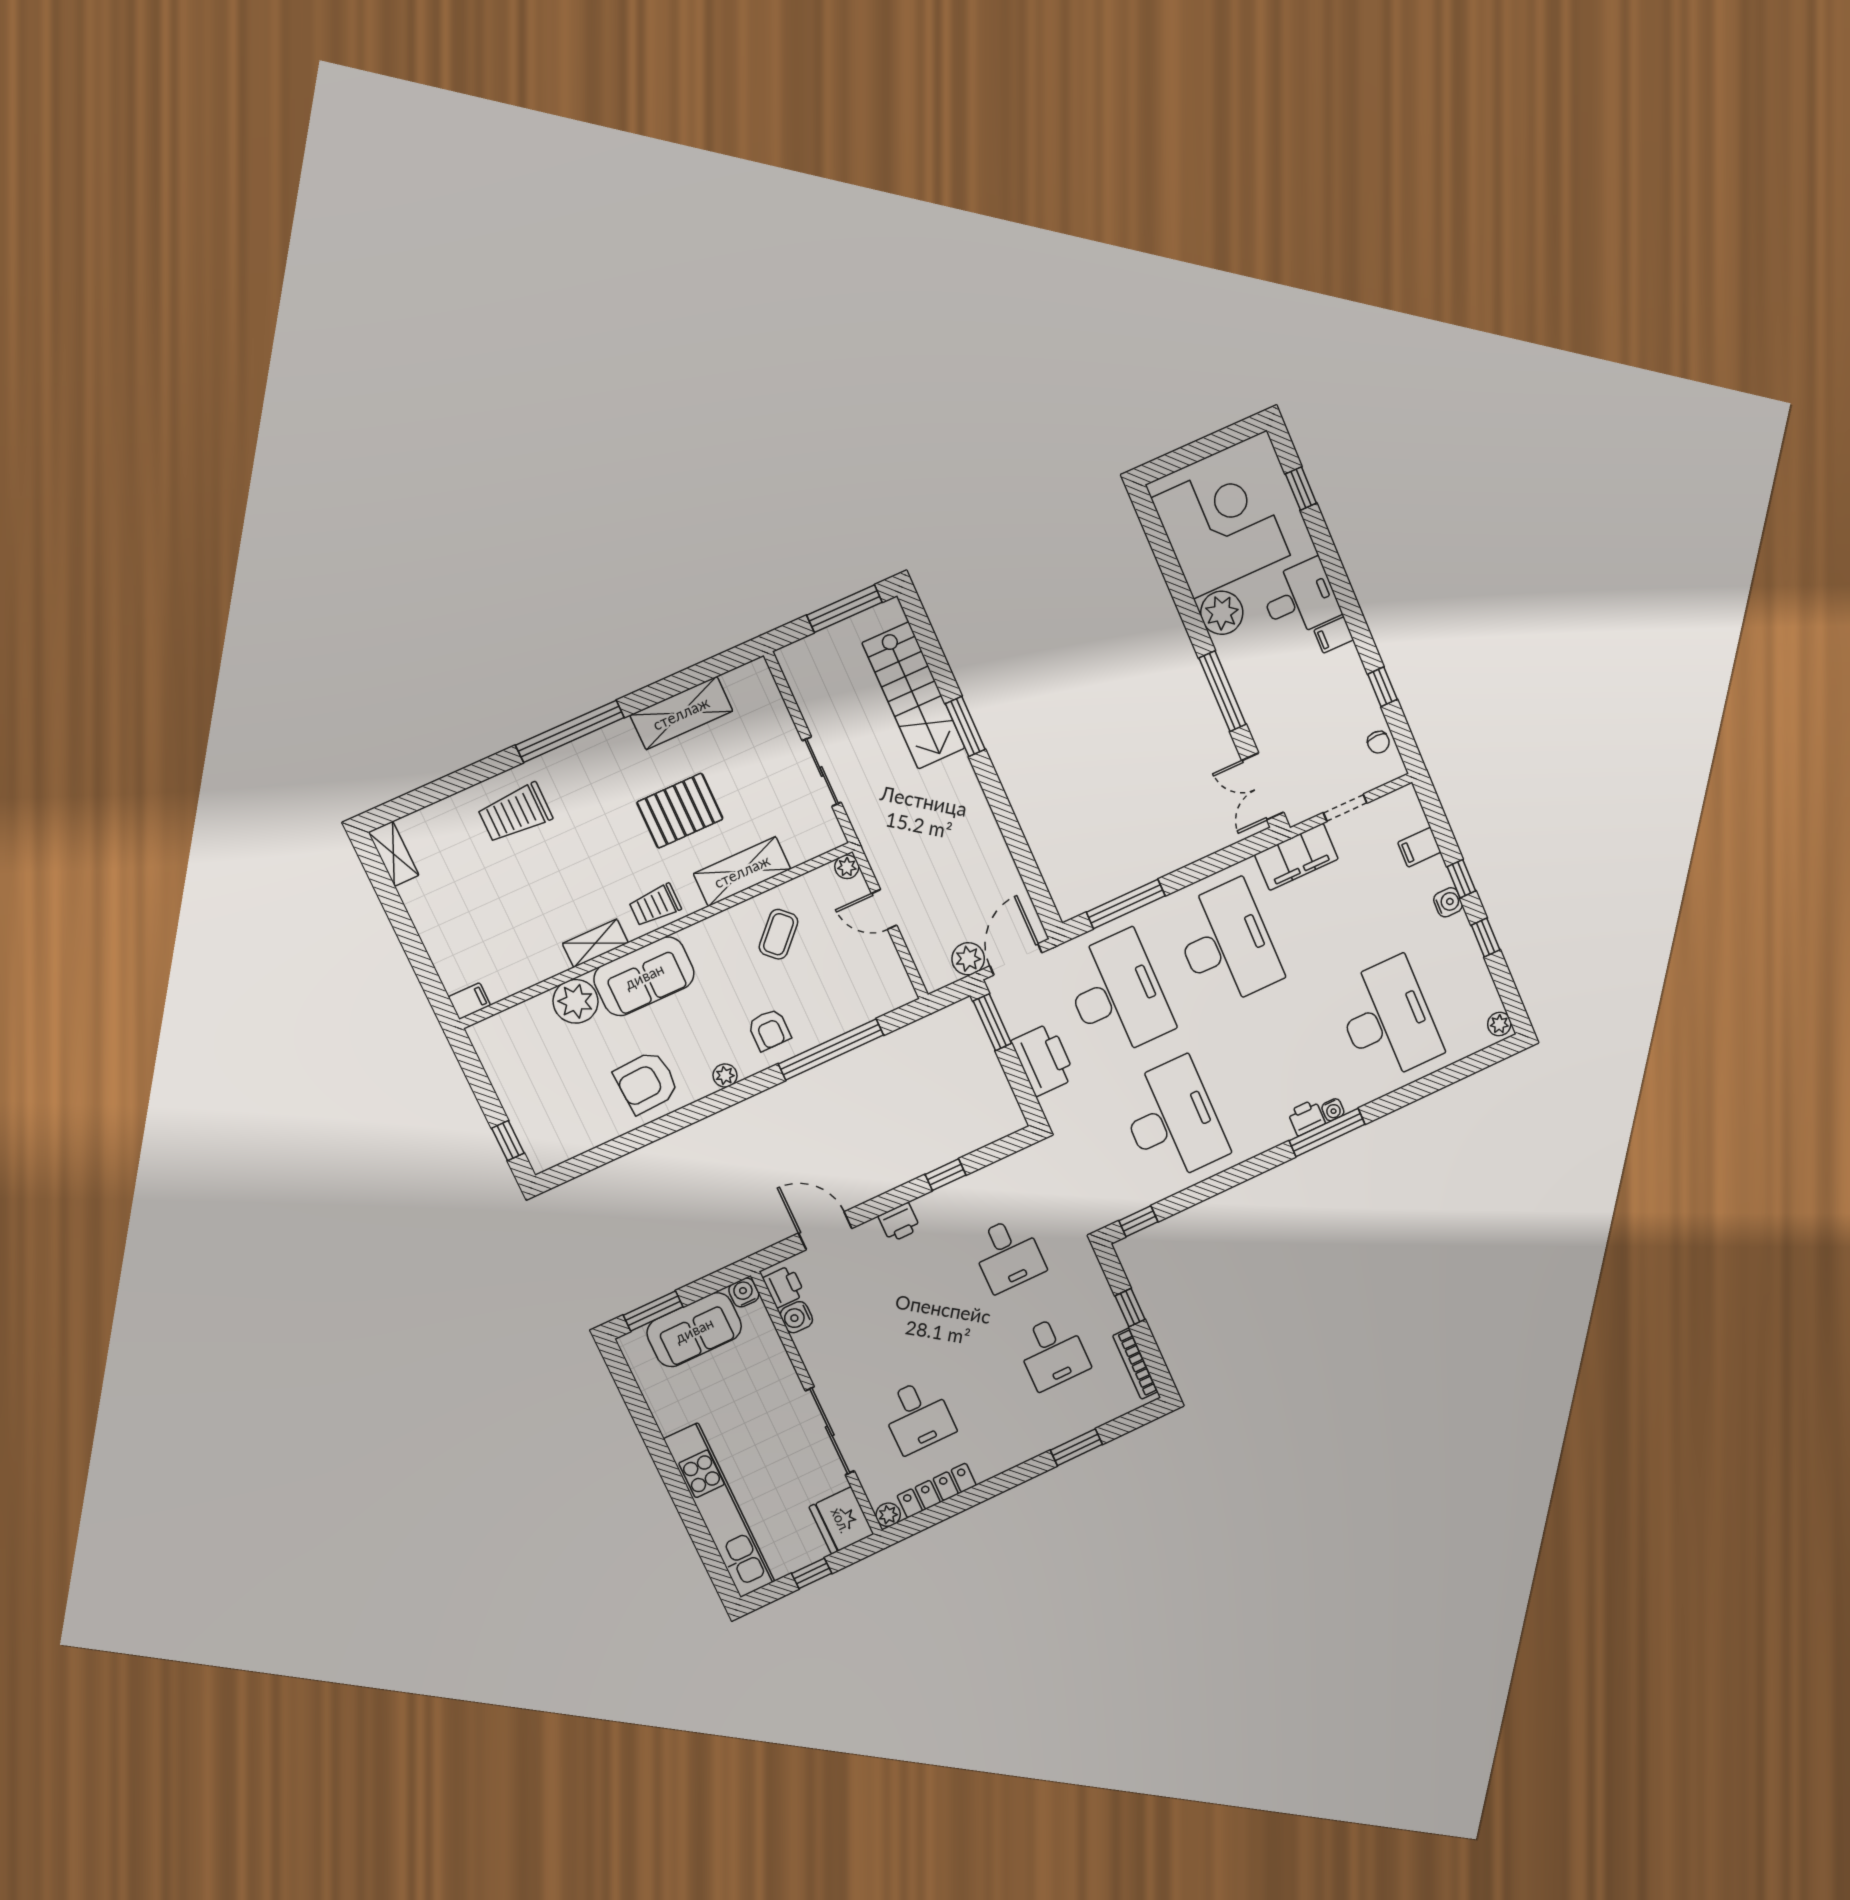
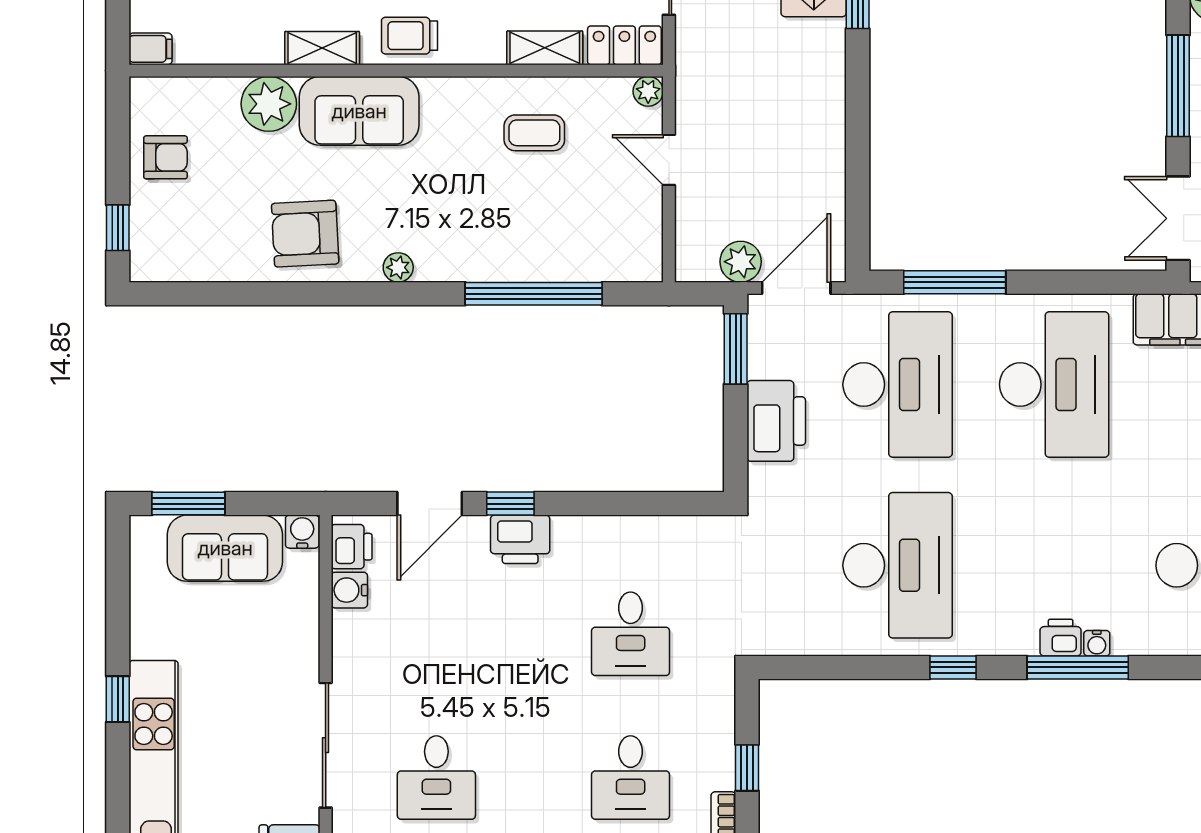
locker: (815, 841) -> (624, 45), added
shelving: (742, 871) -> (545, 48), width x0.67, depth x0.75
coffee table: (778, 934) -> (534, 133), turned 46
armchair: (769, 1030) -> (165, 157), moved, turned -90
window: (945, 1175) -> (510, 504), moved
window: (1138, 1221) -> (953, 667), moved
printer: (899, 1222) -> (520, 539), width x1.36, depth x1.24
door: (825, 1231) -> (430, 504), swing flipped
window: (668, 1469) -> (118, 699), added

